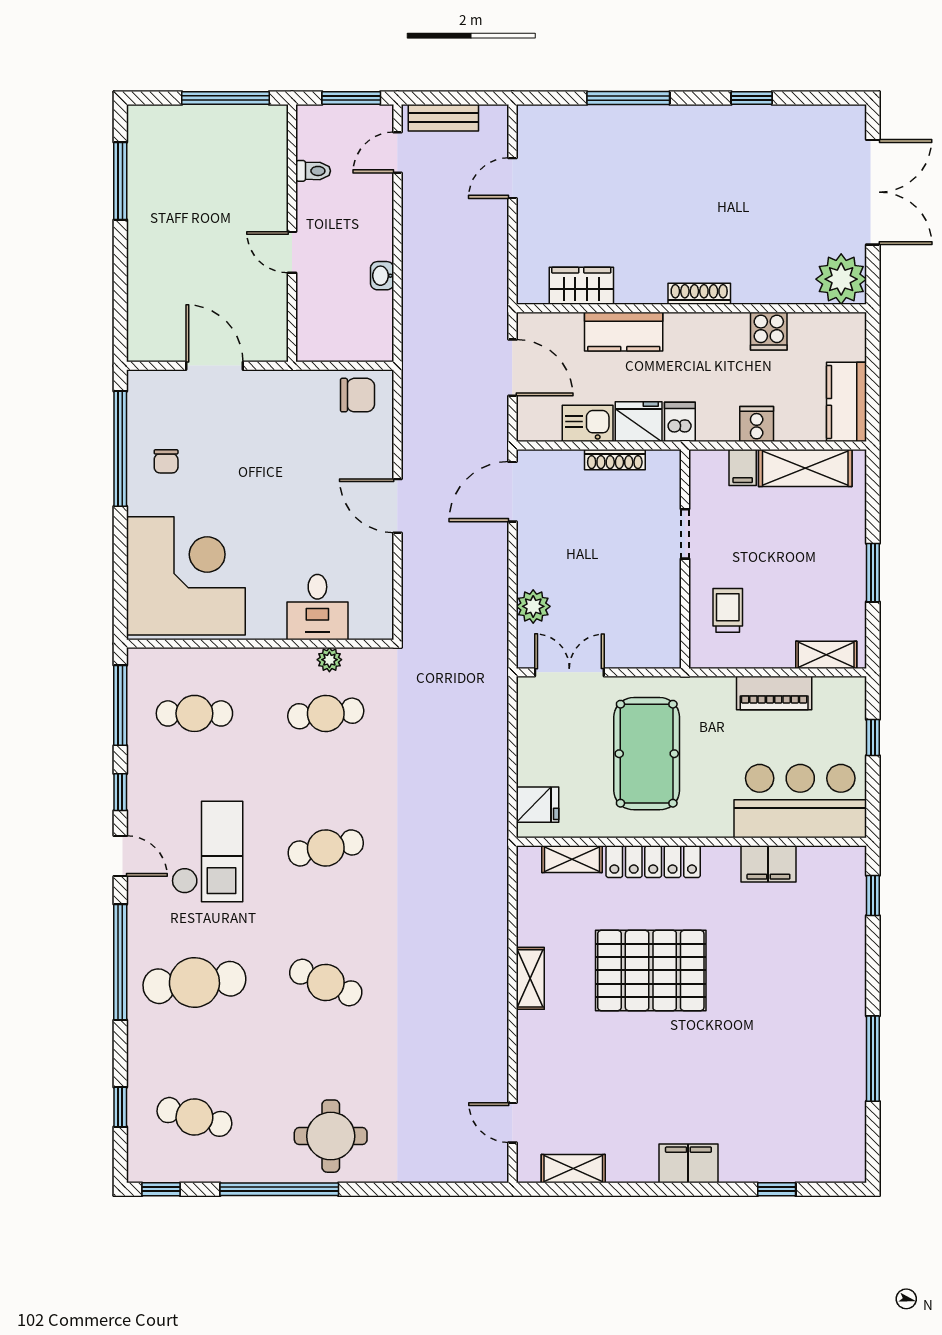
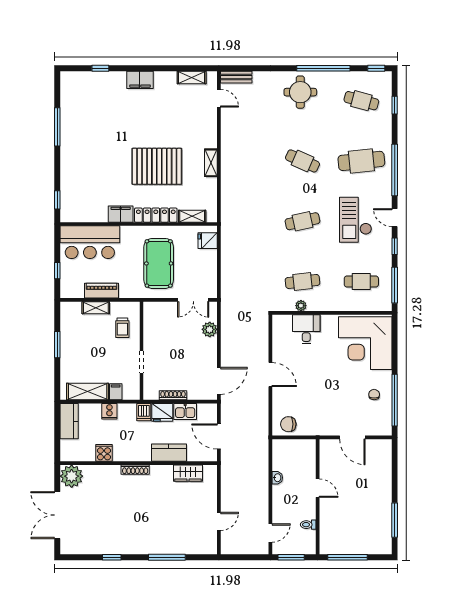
bench: (443, 118) -> (236, 77), moved
shelving: (826, 655) -> (96, 308), moved
filing cabinet: (768, 864) -> (121, 214), moved

